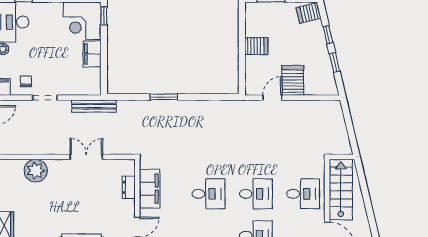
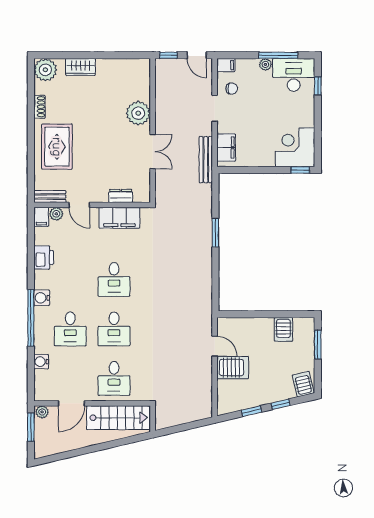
server rack: (256, 46) -> (283, 329), moved
filing cabinet: (92, 54) -> (226, 148), moved, turned 90
plant: (36, 171) -> (138, 113), moved

